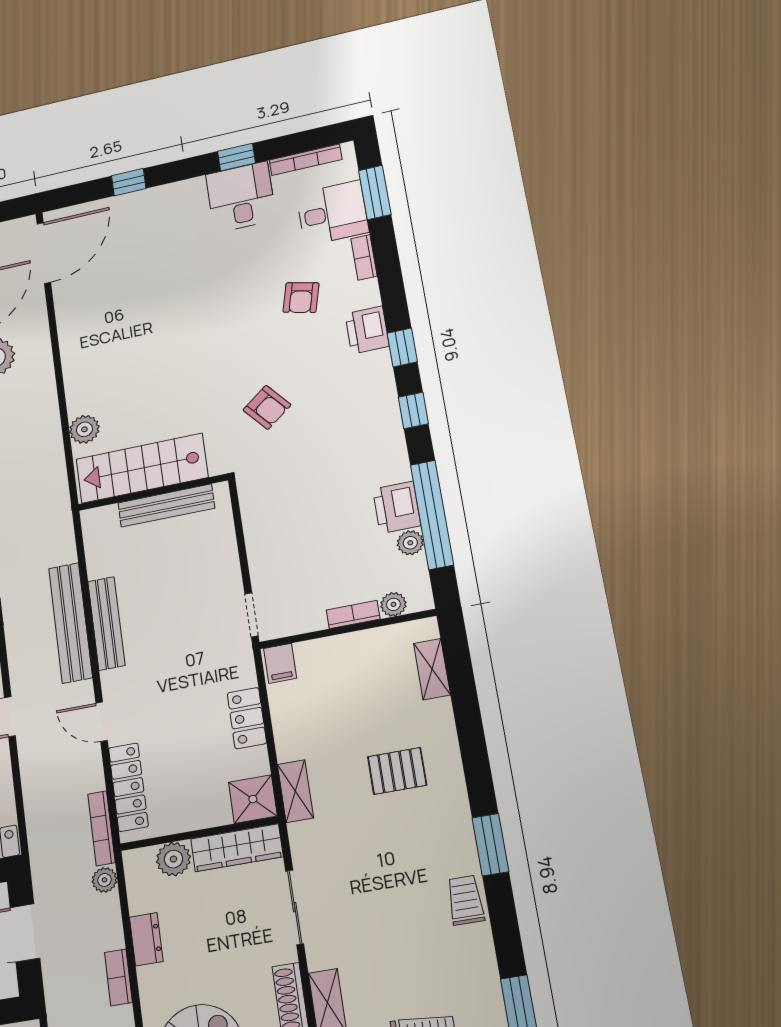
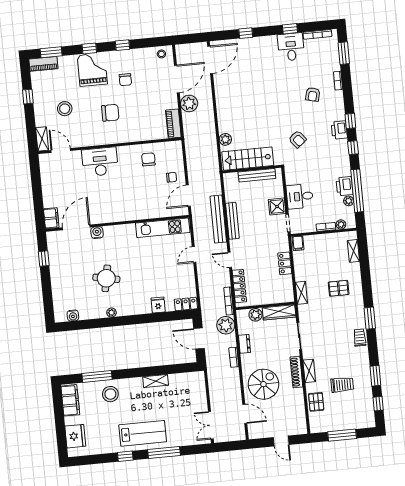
desk: (332, 213) -> (300, 196), moved, turned 180
printer: (367, 330) -> (339, 130), moved
shower: (253, 799) -> (277, 207), moved
plant: (105, 880) -> (226, 325), width x1.87, depth x1.87

